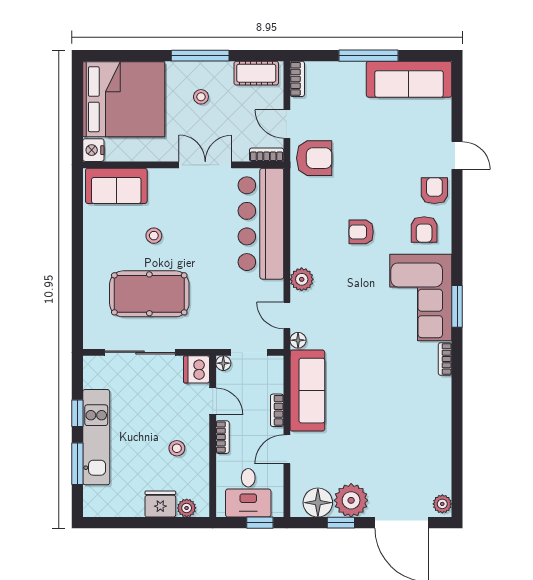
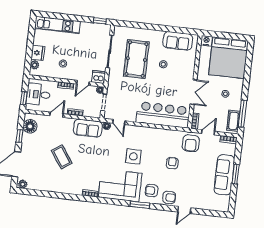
window: (200, 56) -> (243, 114), moved
window: (368, 56) -> (236, 174), width x0.69
sofa: (409, 79) -> (224, 175), moved
sofa: (116, 186) -> (178, 41), moved, turned -90
armchair: (361, 232) -> (172, 163), moved
side table: (356, 276) -> (133, 156), added
plant: (302, 279) -> (135, 131), removed
window: (457, 306) -> (140, 205), moved
door: (287, 316) -> (119, 122), swing flipped
sofa: (307, 391) -> (88, 128), width x0.73
window: (77, 413) -> (100, 21), moved
coffee table: (375, 428) -> (62, 157), added
kitchen unit: (96, 437) -> (57, 25), moved
door: (287, 449) -> (57, 115), hinge flipped
window: (77, 464) -> (61, 16), removed
plant: (351, 500) -> (29, 142), removed

